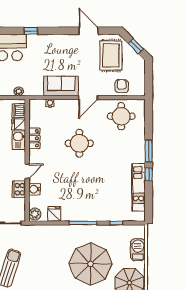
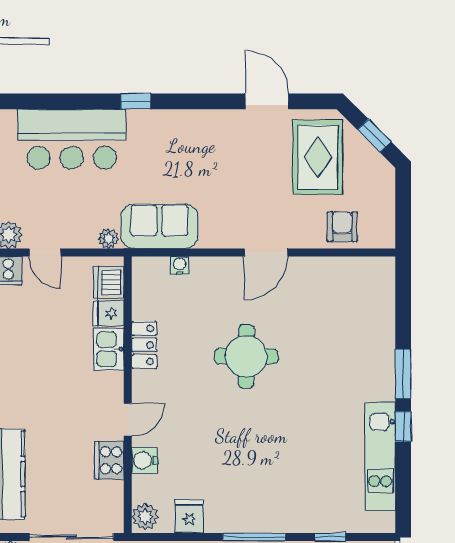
sofa: (61, 86) -> (159, 226), moved
round table: (121, 116) -> (341, 295), removed

